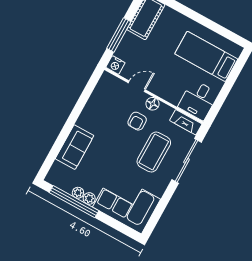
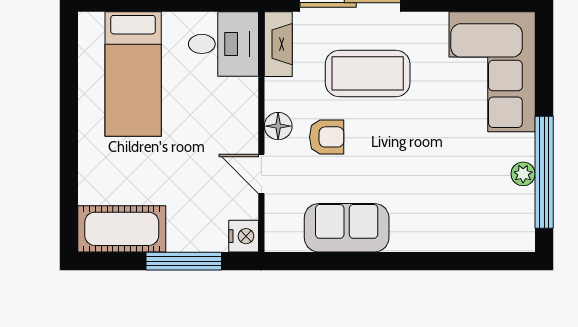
sofa: (75, 147) -> (347, 228), moved
plant: (89, 198) -> (522, 147), removed

